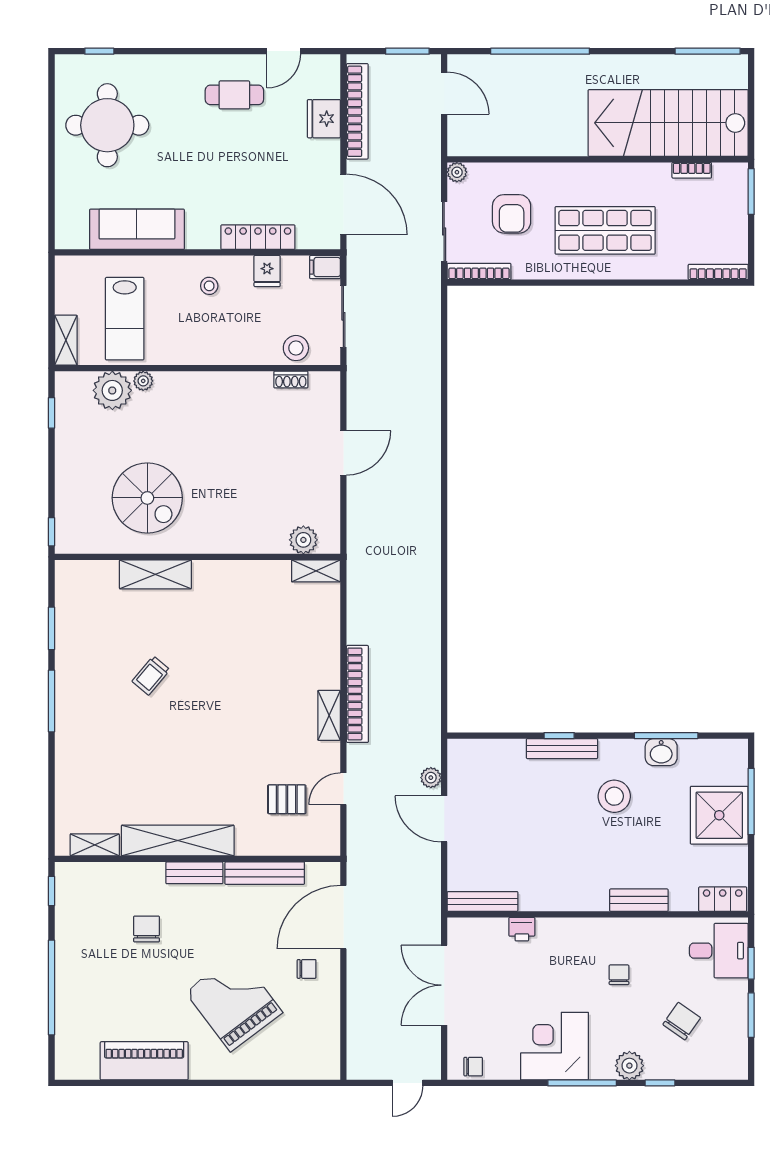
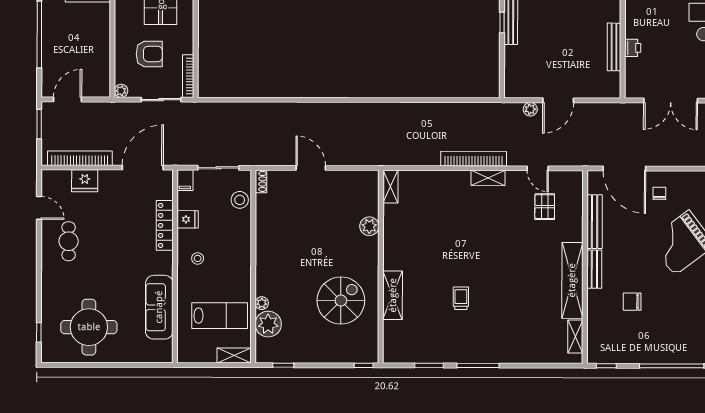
shoe rack: (291, 380) -> (261, 181), moved
plant: (303, 540) -> (369, 226), moved
trolley: (151, 675) -> (461, 298), turned -130
bench: (482, 901) -> (614, 47), moved

